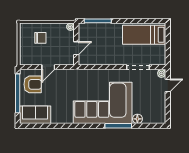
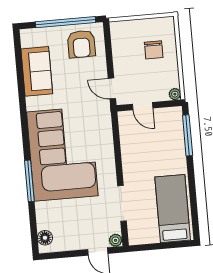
door: (48, 67) -> (112, 88), moved
sofa: (35, 115) -> (37, 71), moved
floor lamp: (137, 119) -> (45, 238), moved

